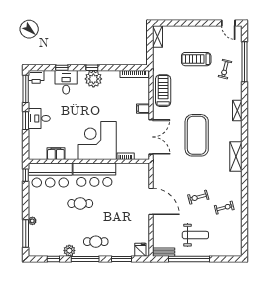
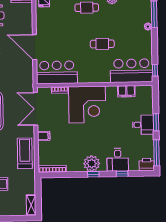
treadmill: (163, 91) -> (25, 153), turned 180
bar counter: (94, 175) -> (57, 72), moved

